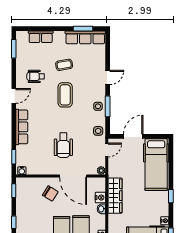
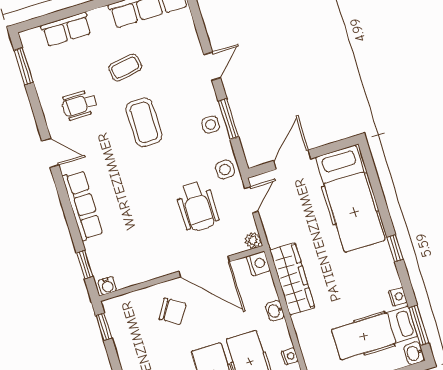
door: (14, 96) -> (50, 153), hinge flipped
wheelchair: (63, 145) -> (197, 206), moved
nightstand: (100, 198) -> (258, 263), moved

